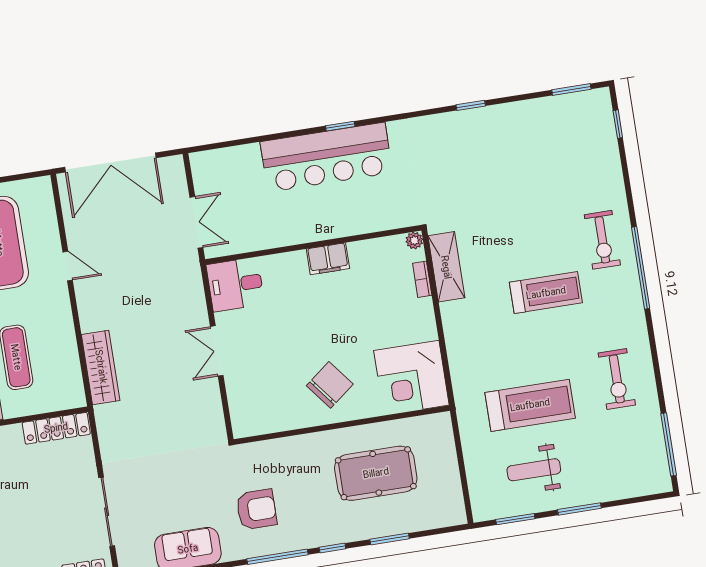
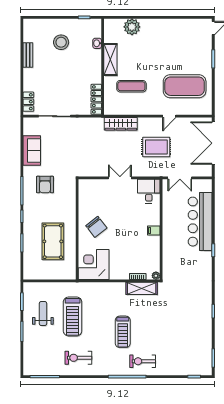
bar counter: (326, 157) -> (200, 222), moved
filing cabinet: (328, 259) -> (154, 231), width x0.50
rug: (138, 283) -> (156, 147), added

